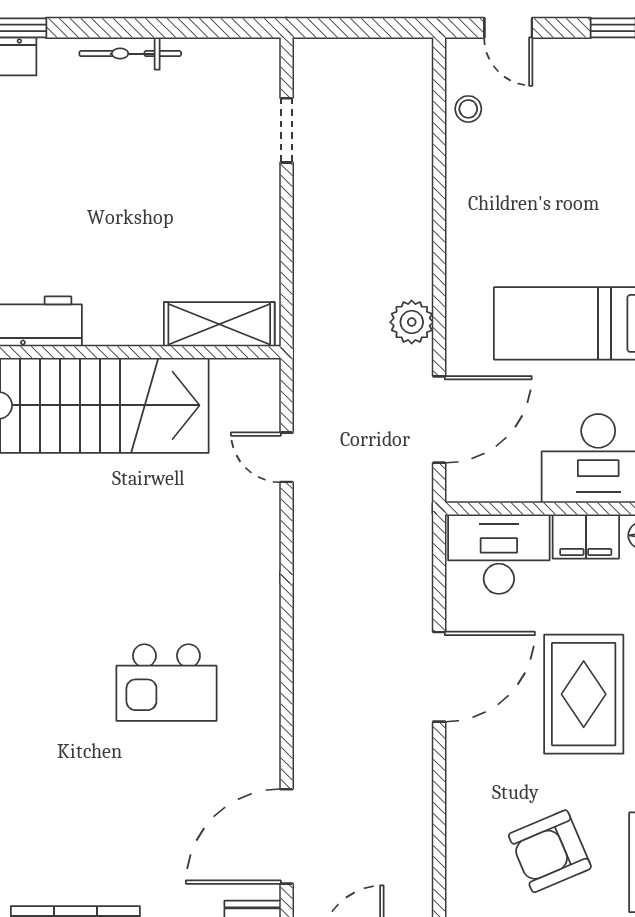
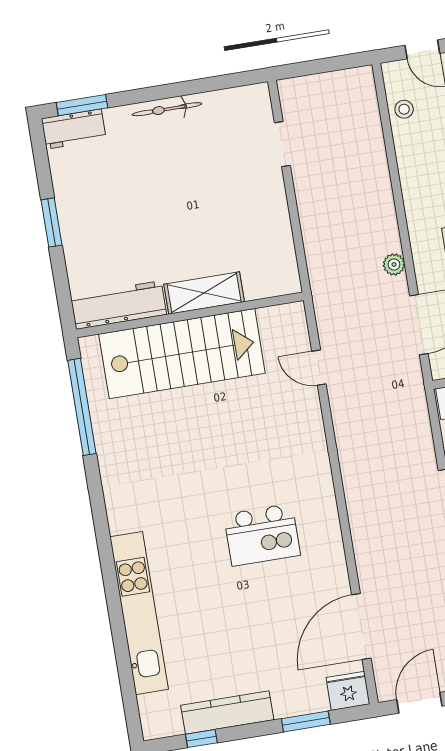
plant: (412, 322) -> (394, 264), width x0.73, depth x0.73
shelving: (219, 324) -> (204, 293), moved

